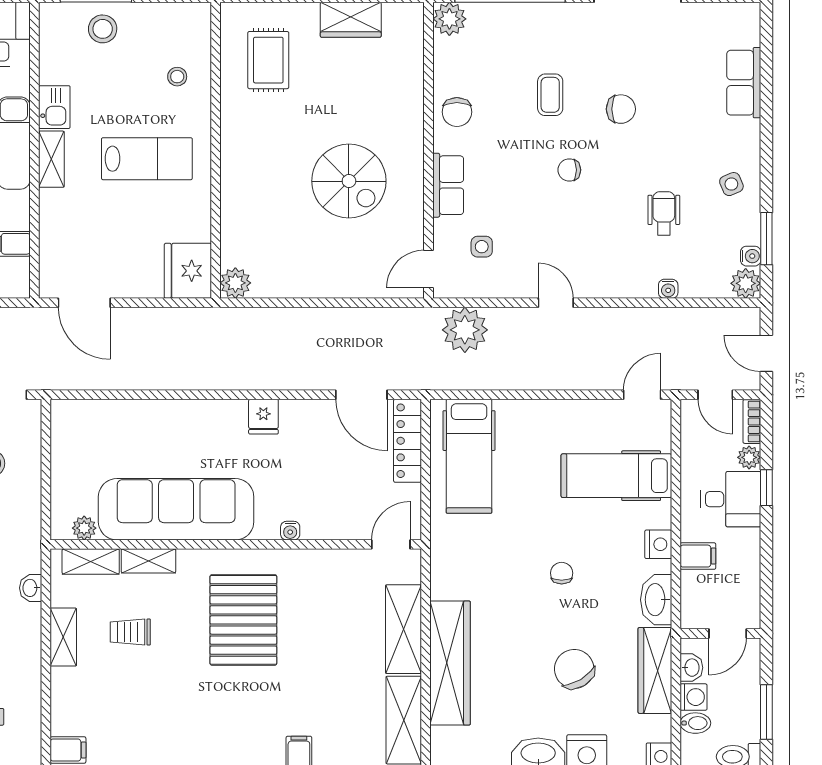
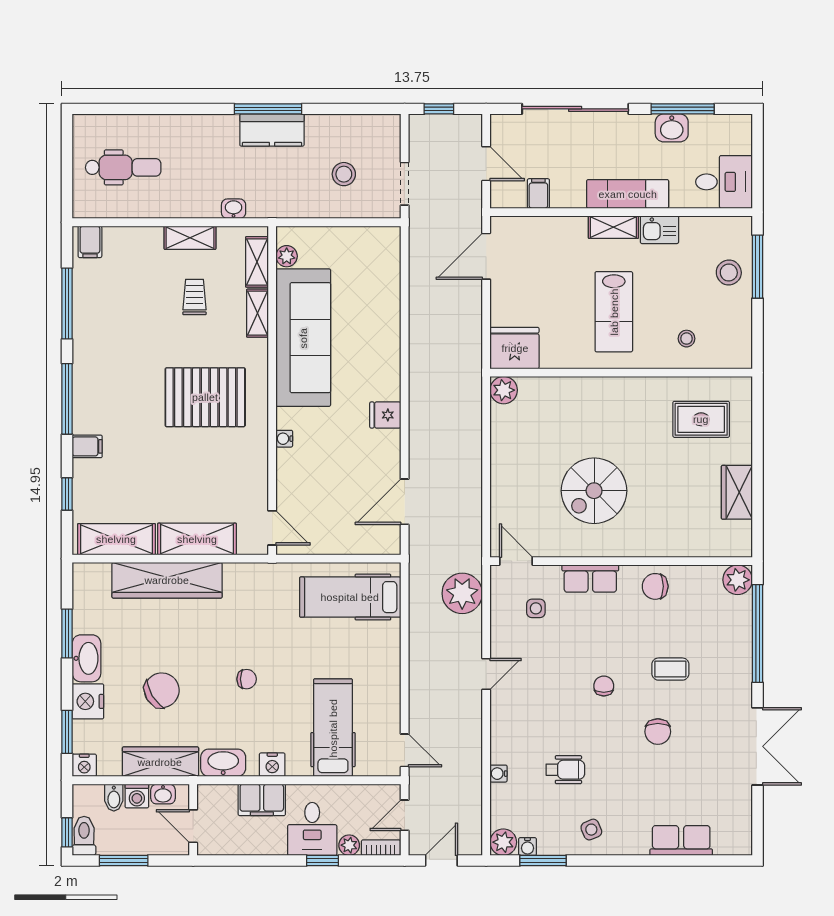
locker: (407, 441) -> (364, 543), removed
filing cabinet: (698, 556) -> (262, 800), width x2.00

